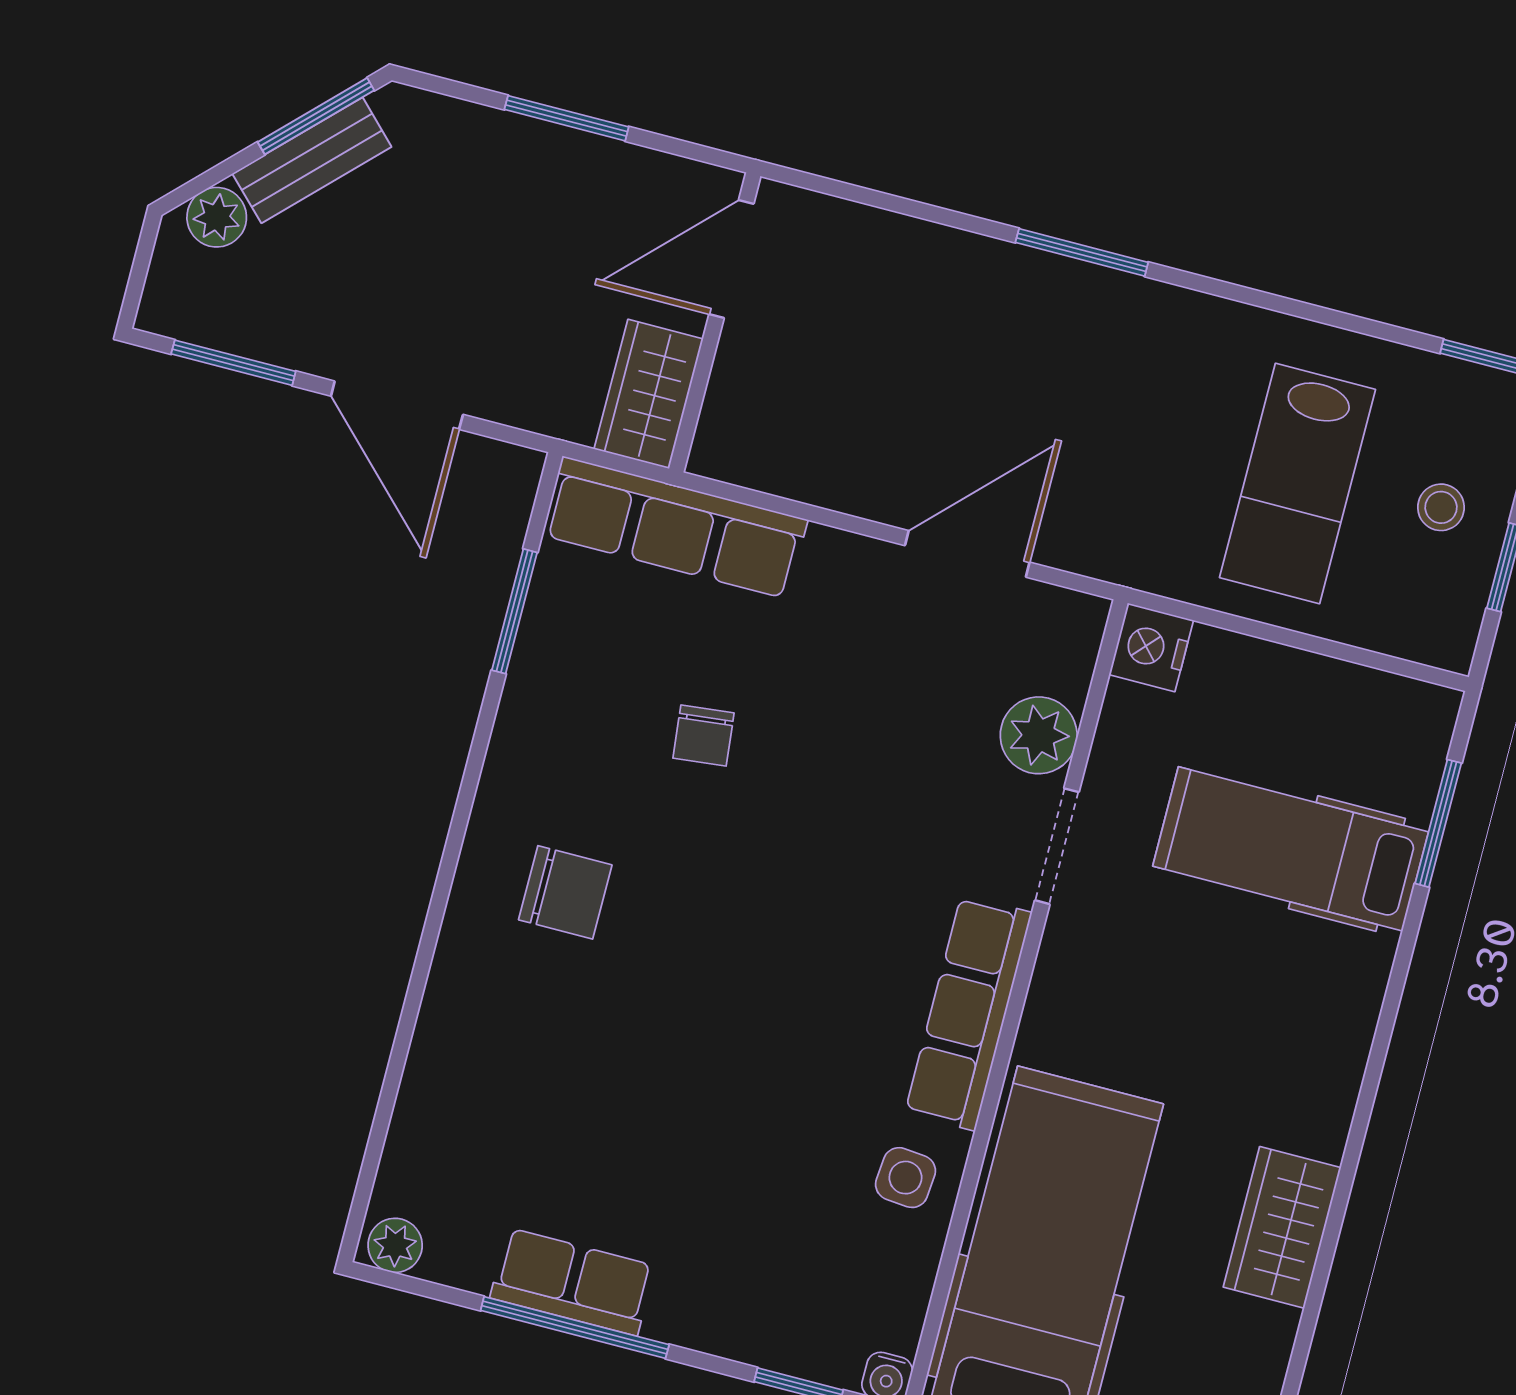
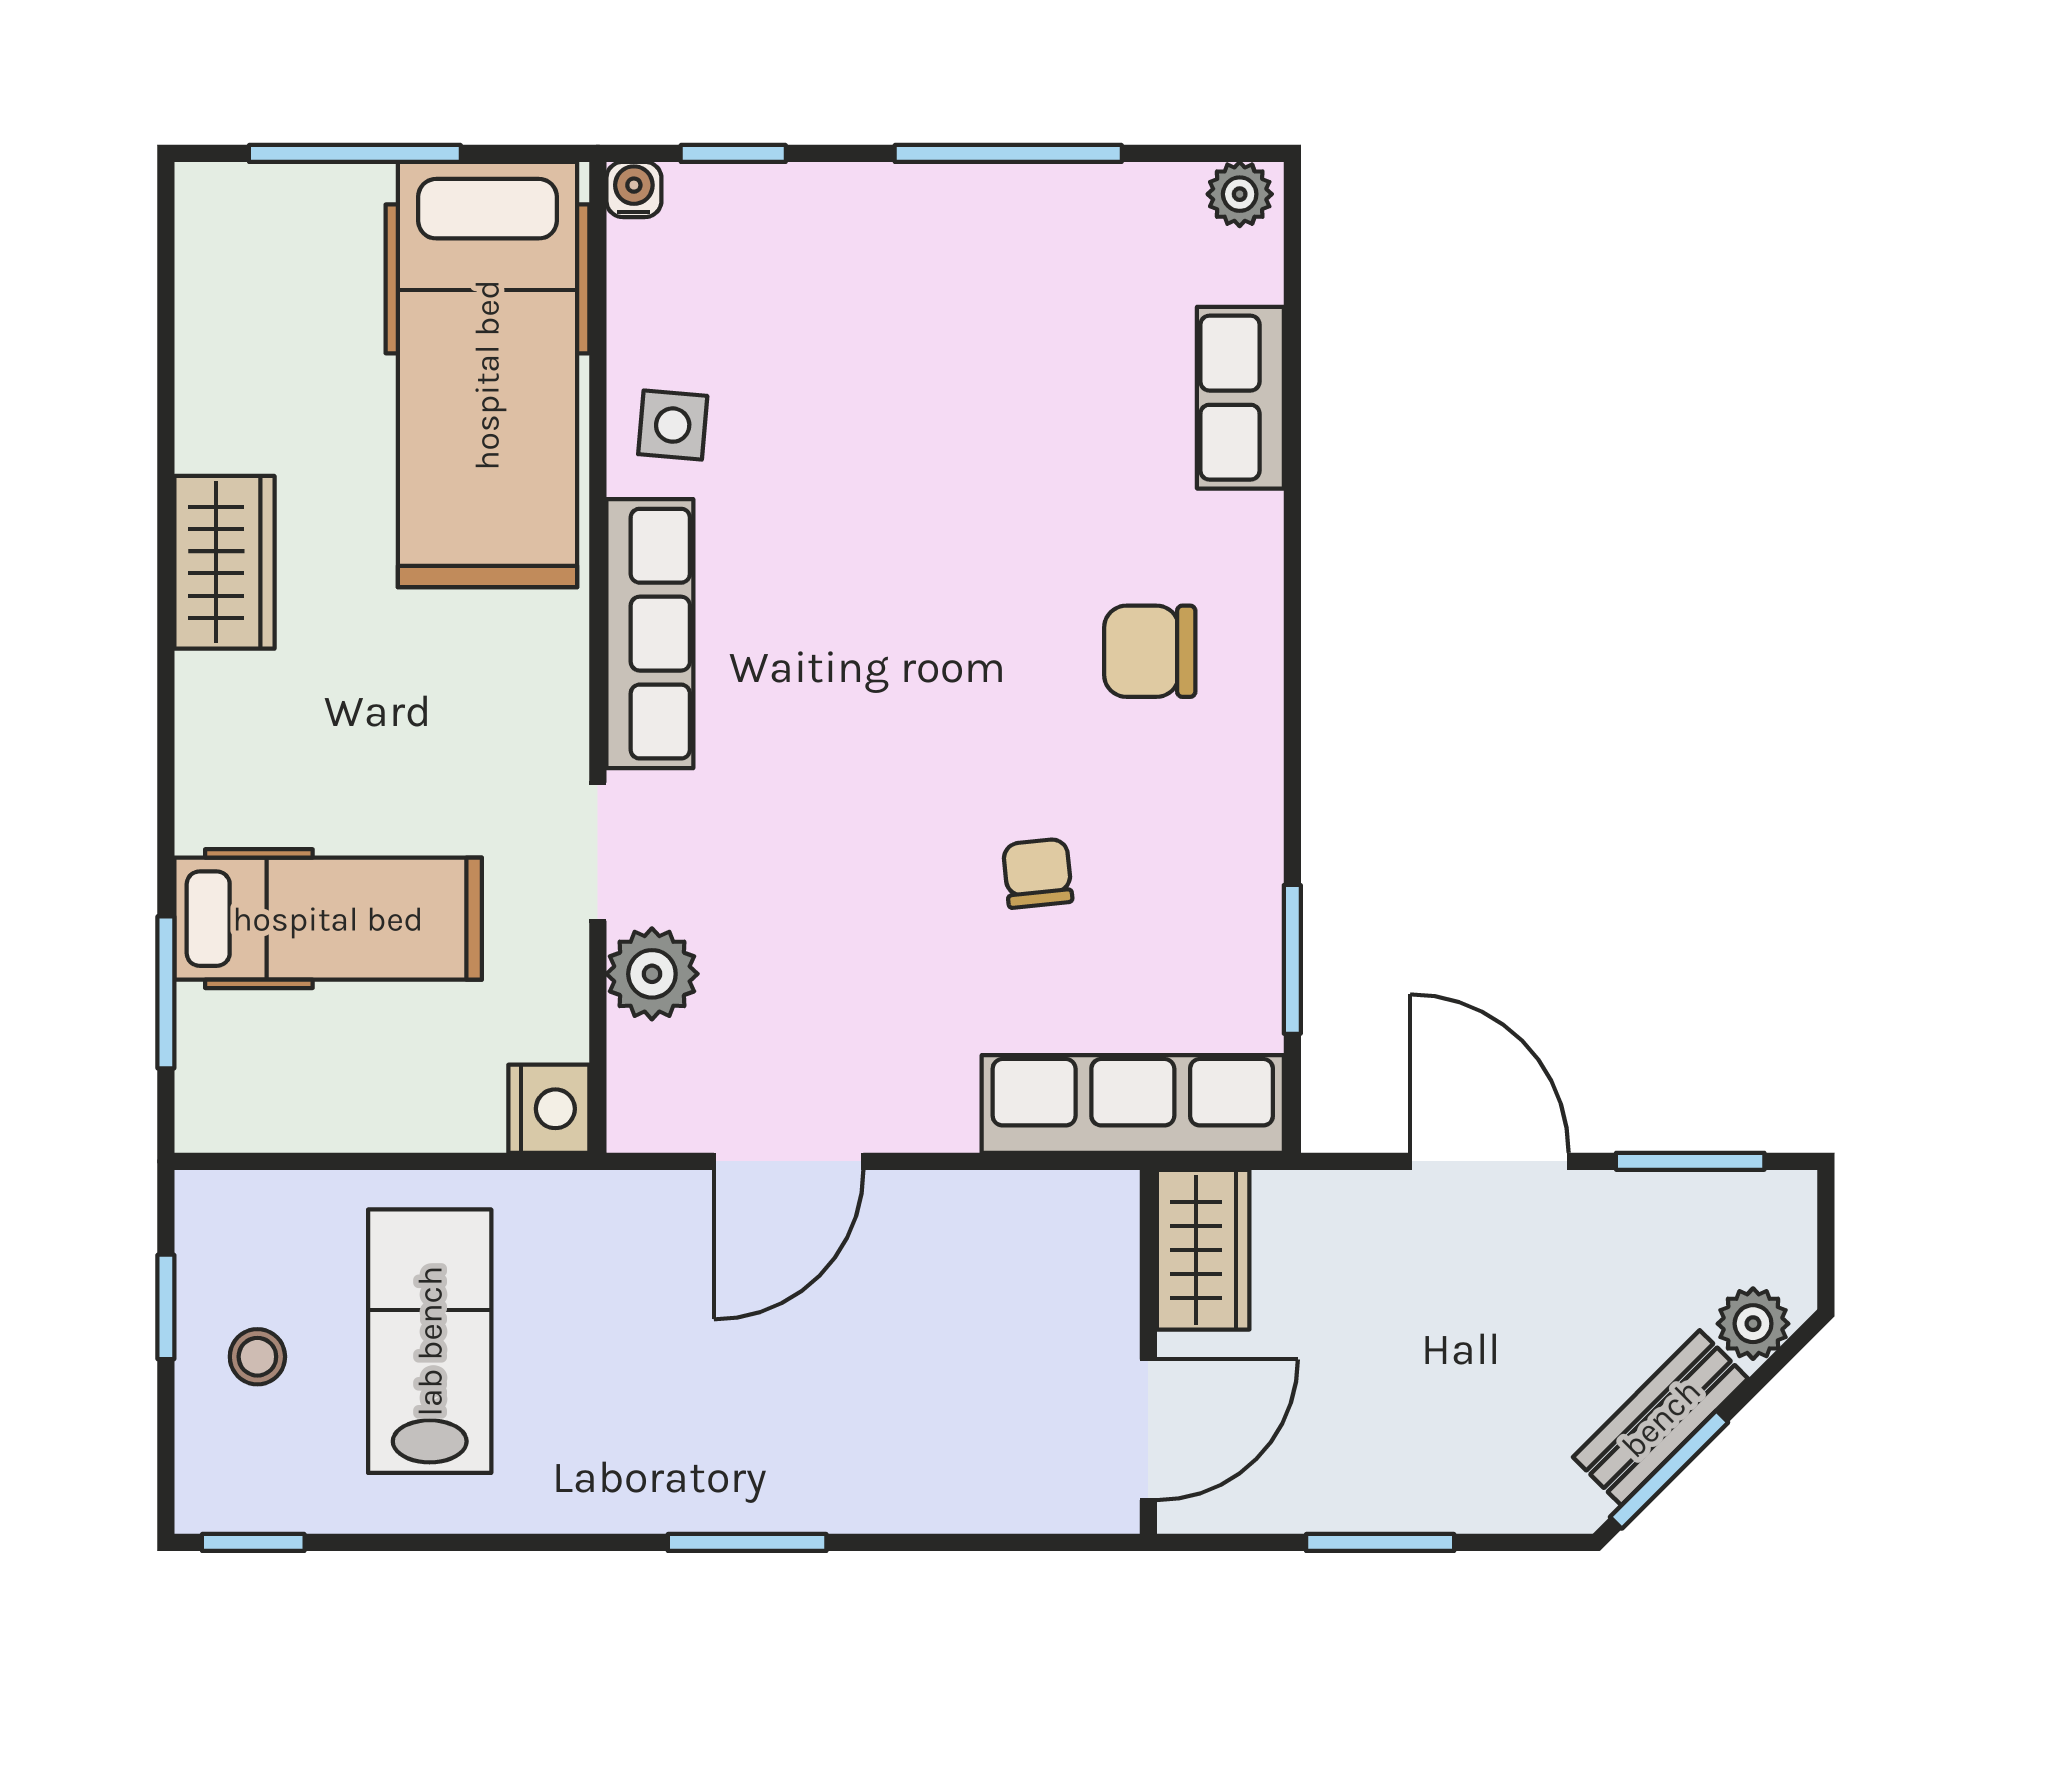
wardrobe: (1282, 1227) -> (224, 562), moved
row of seats: (573, 1282) -> (1240, 398), moved, turned 90

